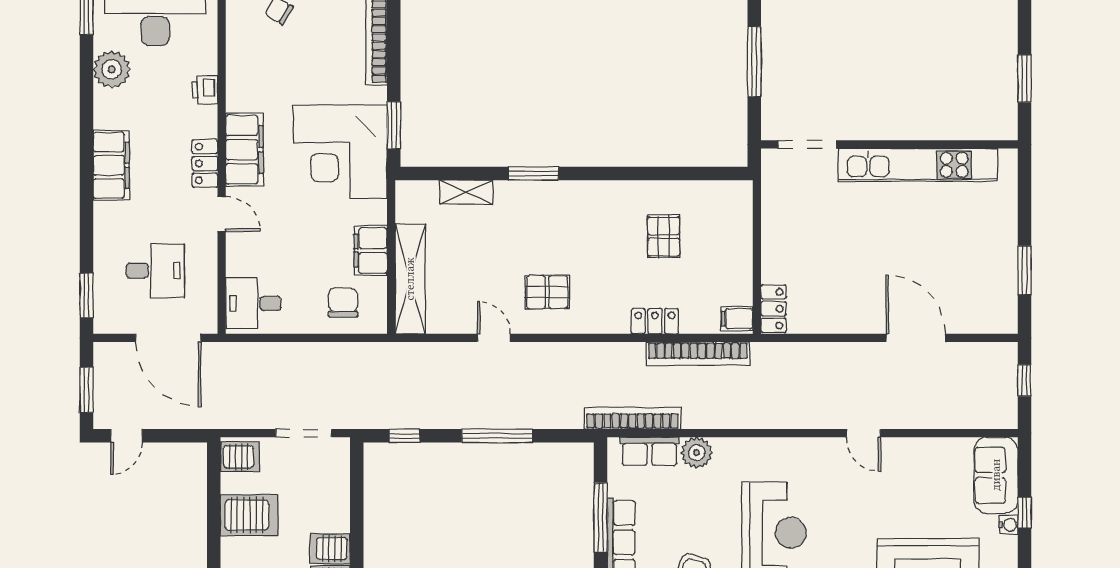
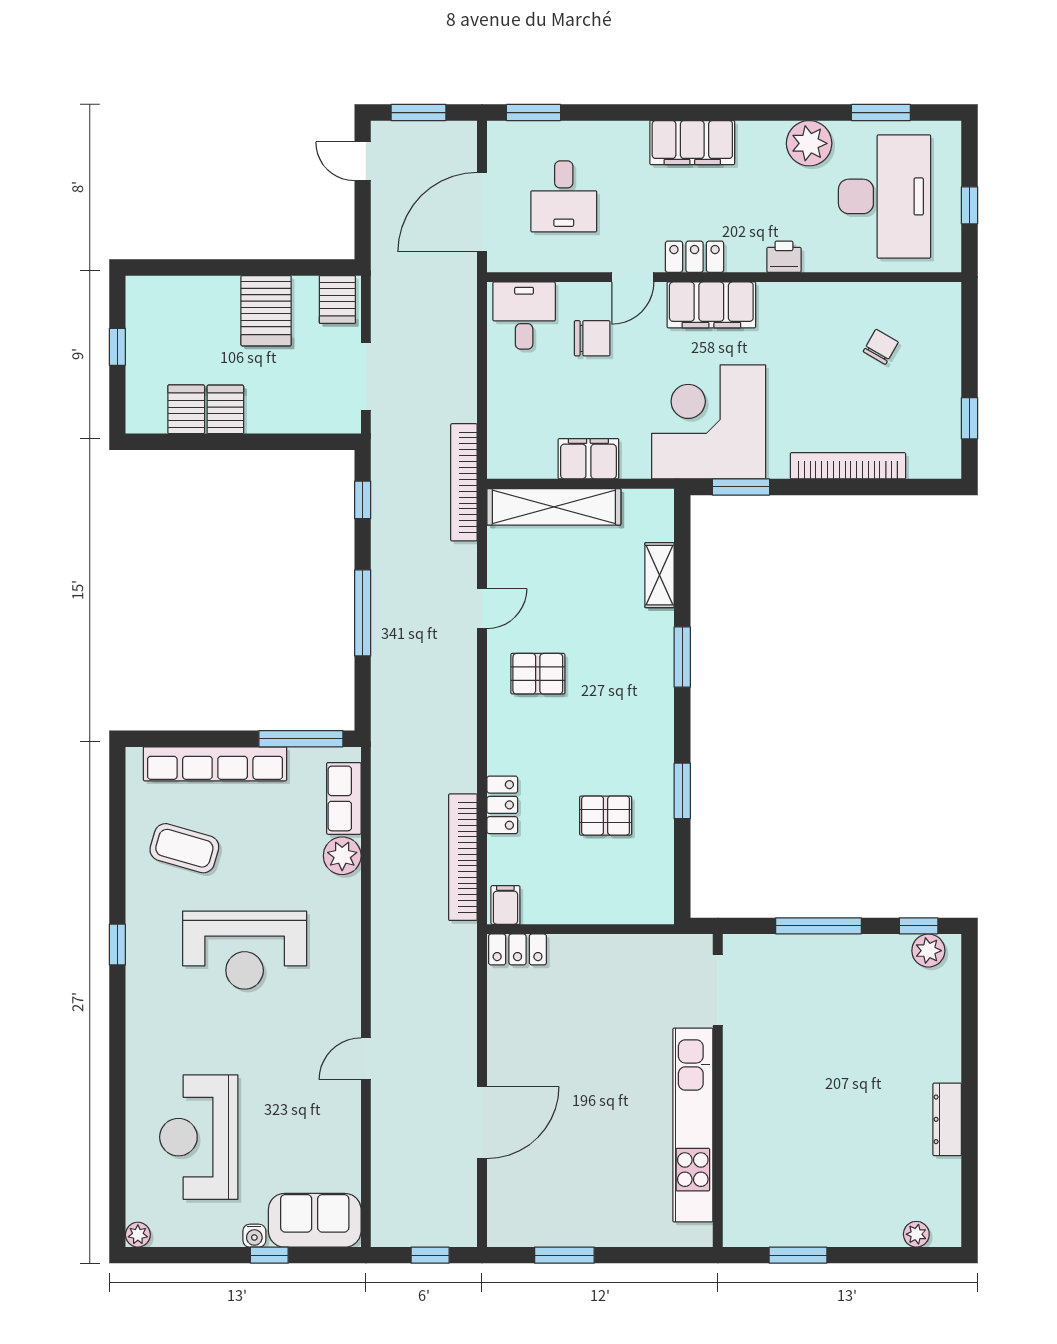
window: (643, 174) -> (682, 791), added
pallet: (547, 292) -> (538, 674), turned 90
chair: (343, 303) -> (592, 338), moved
bookcase: (632, 418) -> (464, 482), moved, turned 180
window: (601, 517) -> (301, 739), moved

